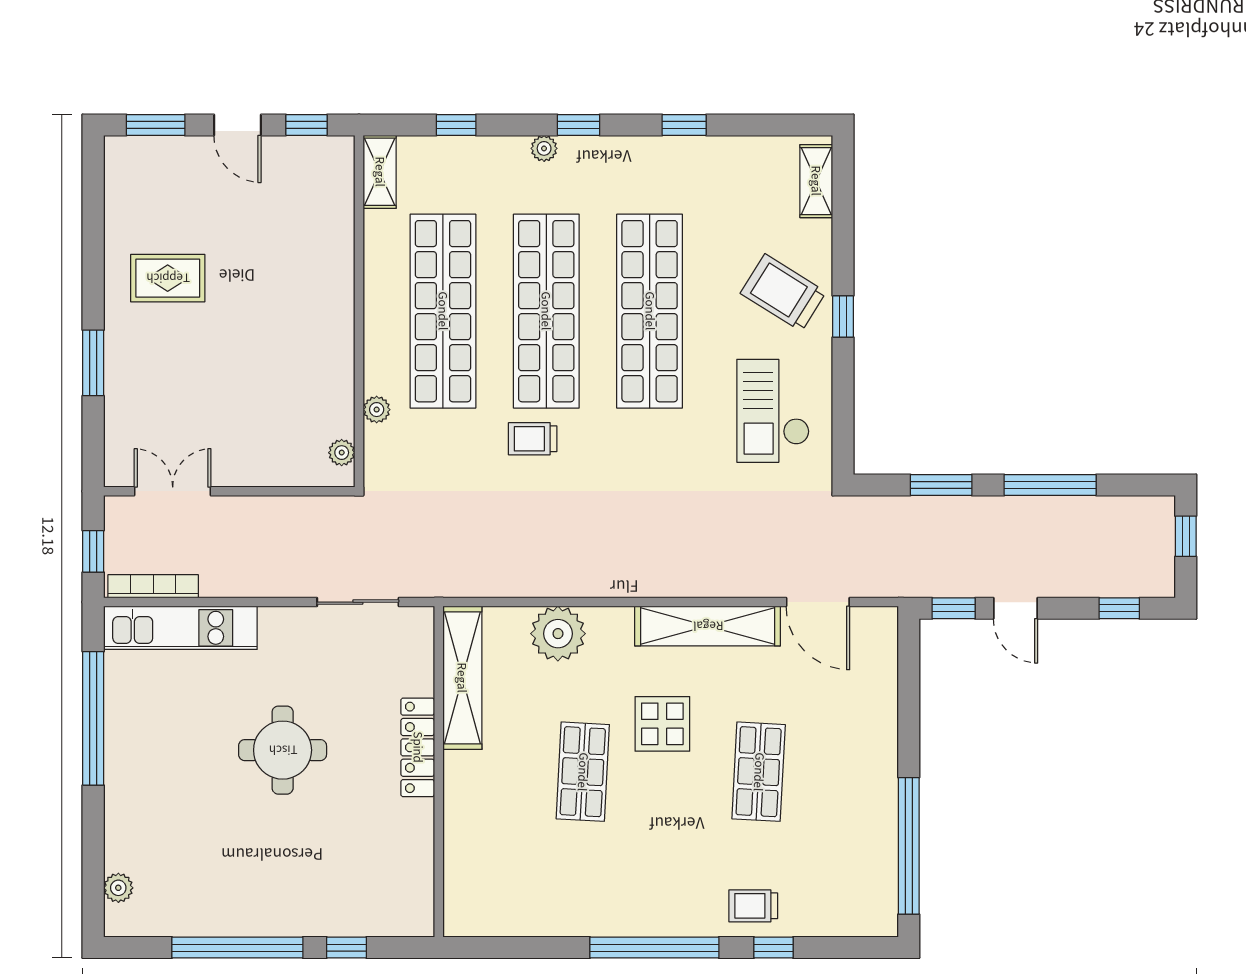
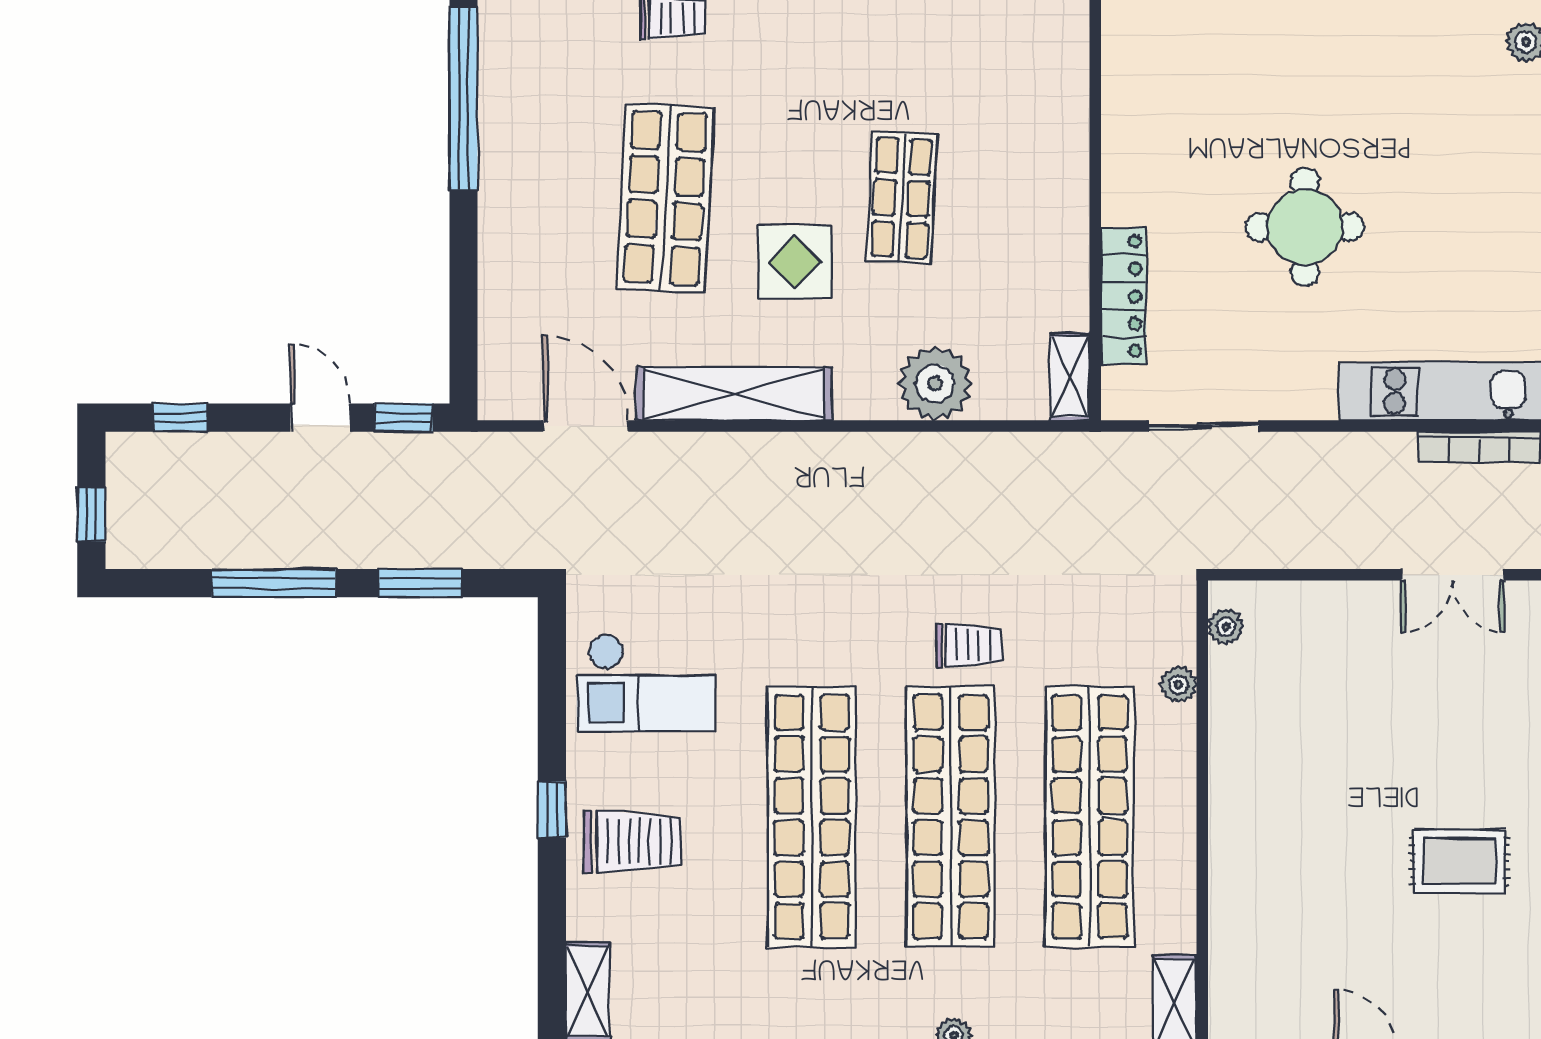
trolley: (783, 293) -> (632, 842), turned -32
checkout: (773, 411) -> (646, 683), turned 90
shelving: (462, 678) -> (1070, 377), width x0.45, depth x0.75
locker: (418, 747) -> (1124, 296), moved
shop shelf: (759, 772) -> (665, 198), width x1.43, depth x1.36

